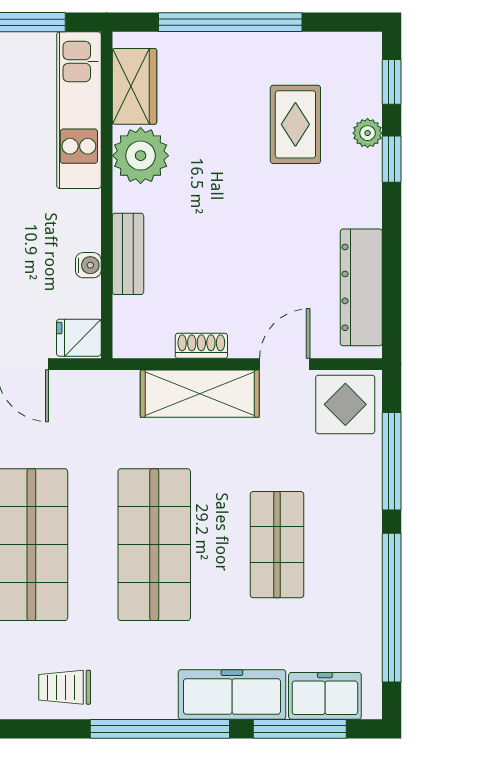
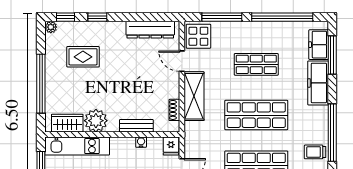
plant: (368, 133) -> (51, 27), moved
shoe rack: (201, 346) -> (174, 110), moved
trolley: (65, 687) -> (315, 152), turned 90
window: (160, 729) -> (332, 133), moved

